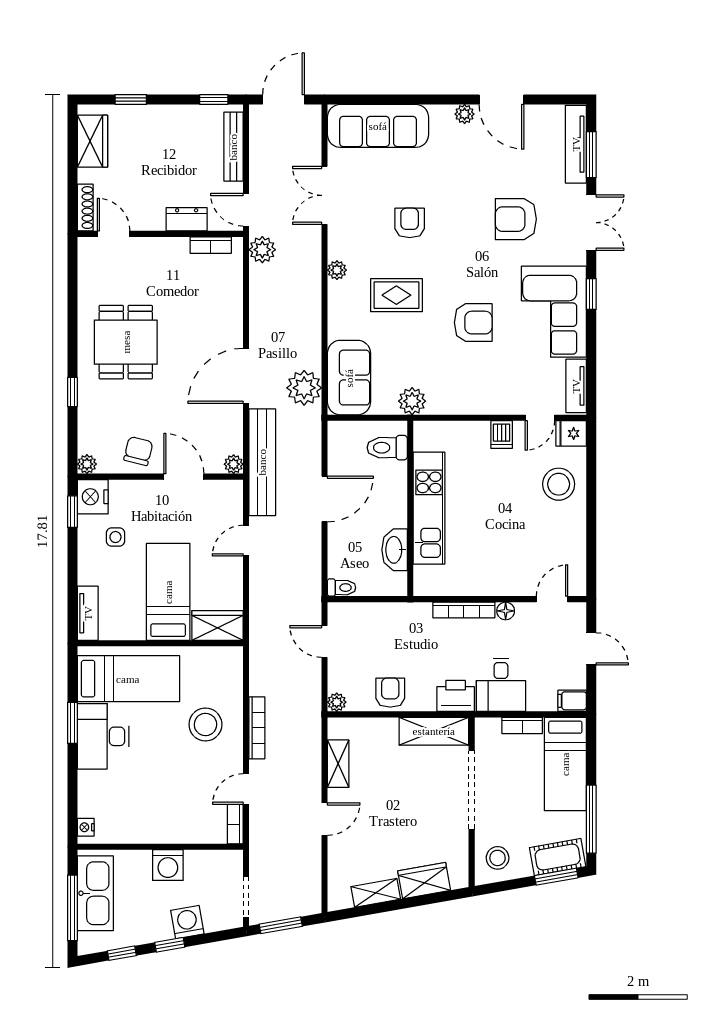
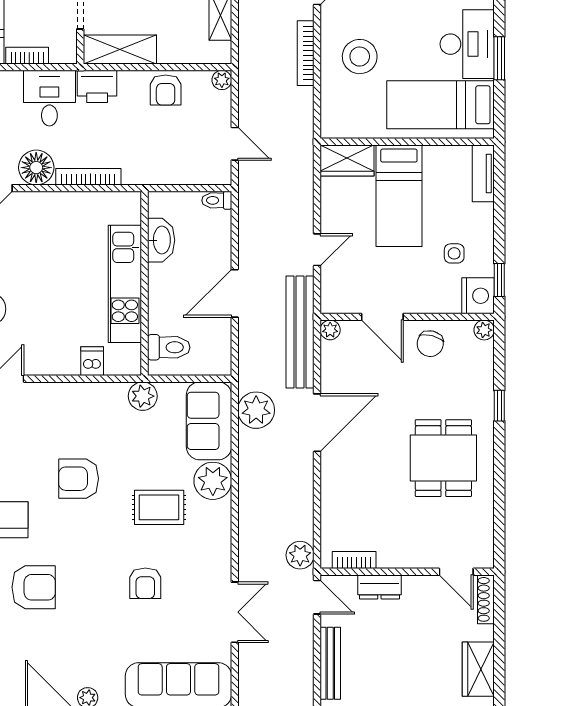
plant: (337, 270) -> (213, 481), moved, width x1.88, depth x1.88
dishwasher: (502, 435) -> (92, 361), moved
floor lamp: (506, 611) -> (36, 168), width x1.89, depth x1.89

